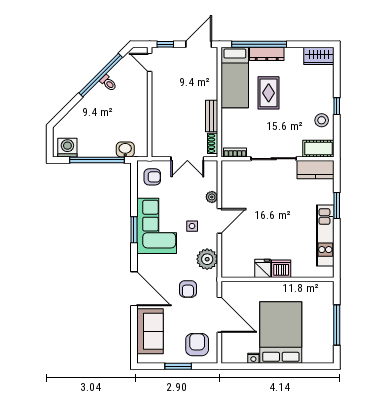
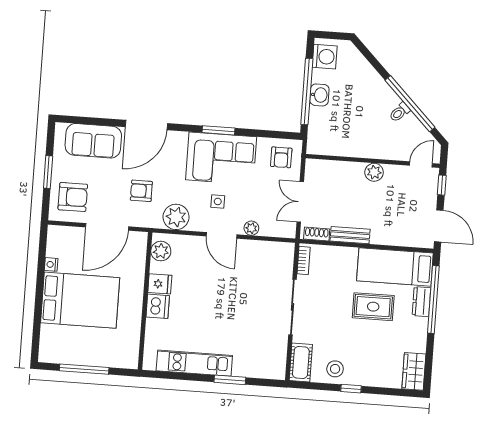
dresser: (267, 54) -> (421, 302), width x0.70
plant: (159, 100) -> (374, 172), added
washbasin: (125, 149) -> (319, 95), moved
kitchen counter: (316, 170) -> (275, 357), removed
plant: (236, 269) -> (161, 251), added

